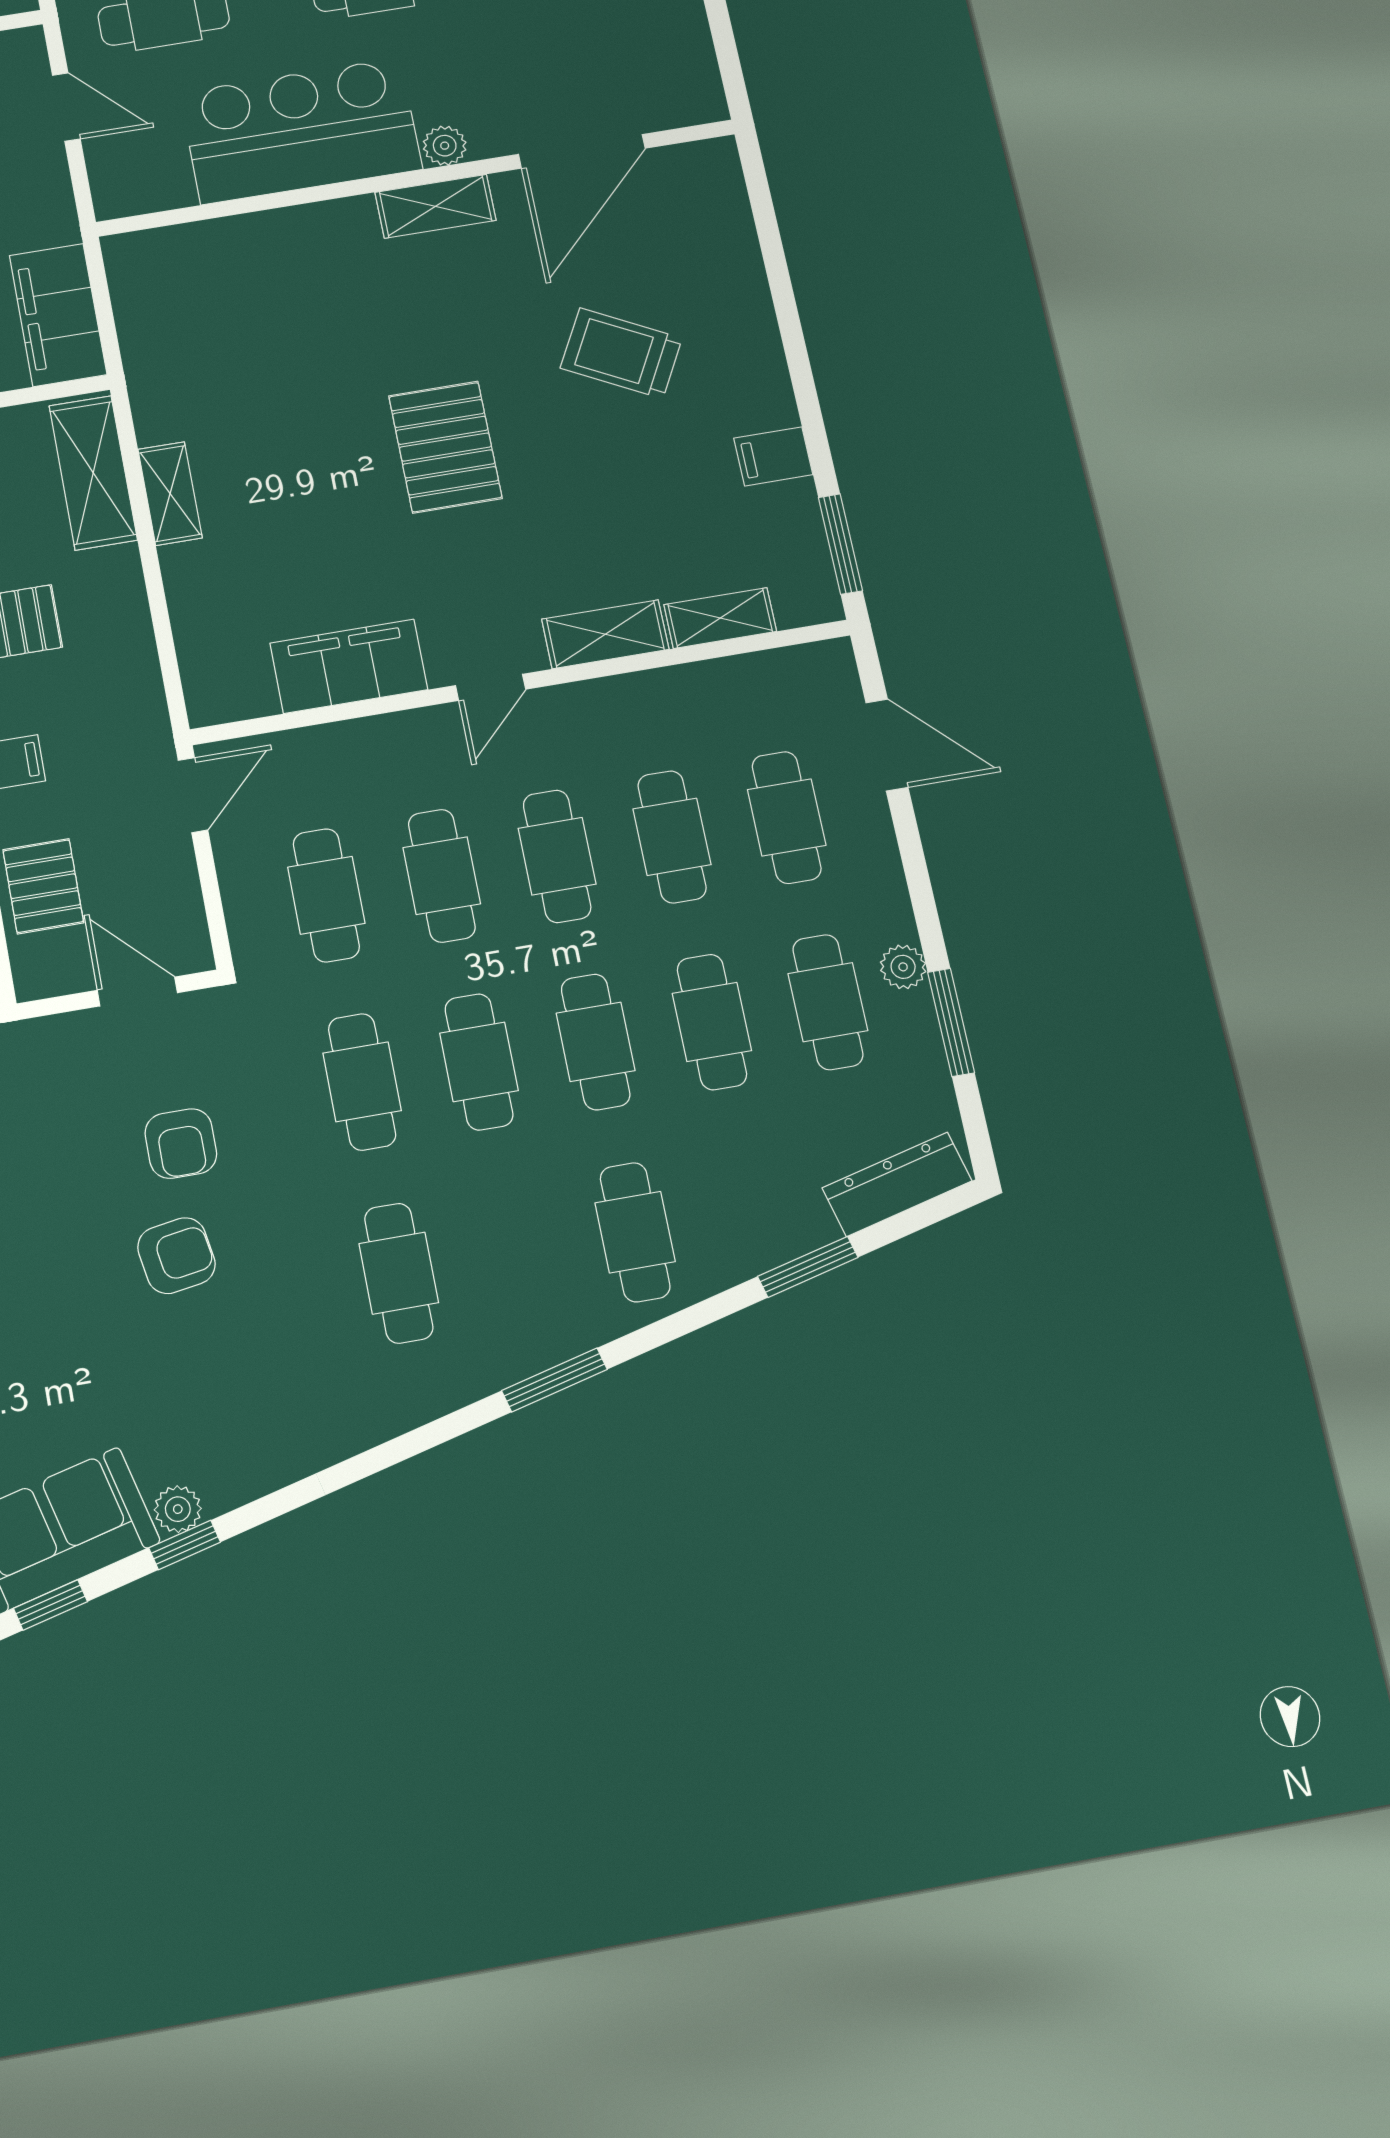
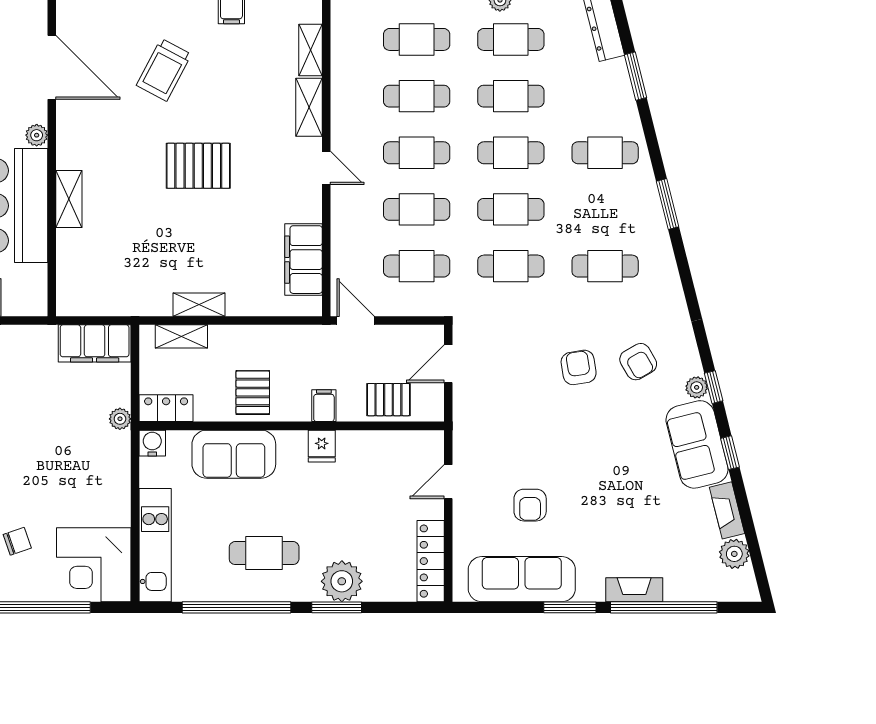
shelving: (436, 206) -> (69, 199), moved
shelving: (93, 473) -> (181, 336), width x0.67, depth x0.75
filing cabinet: (349, 666) -> (304, 260), moved
armchair: (181, 1144) -> (638, 362), moved, turned 60

